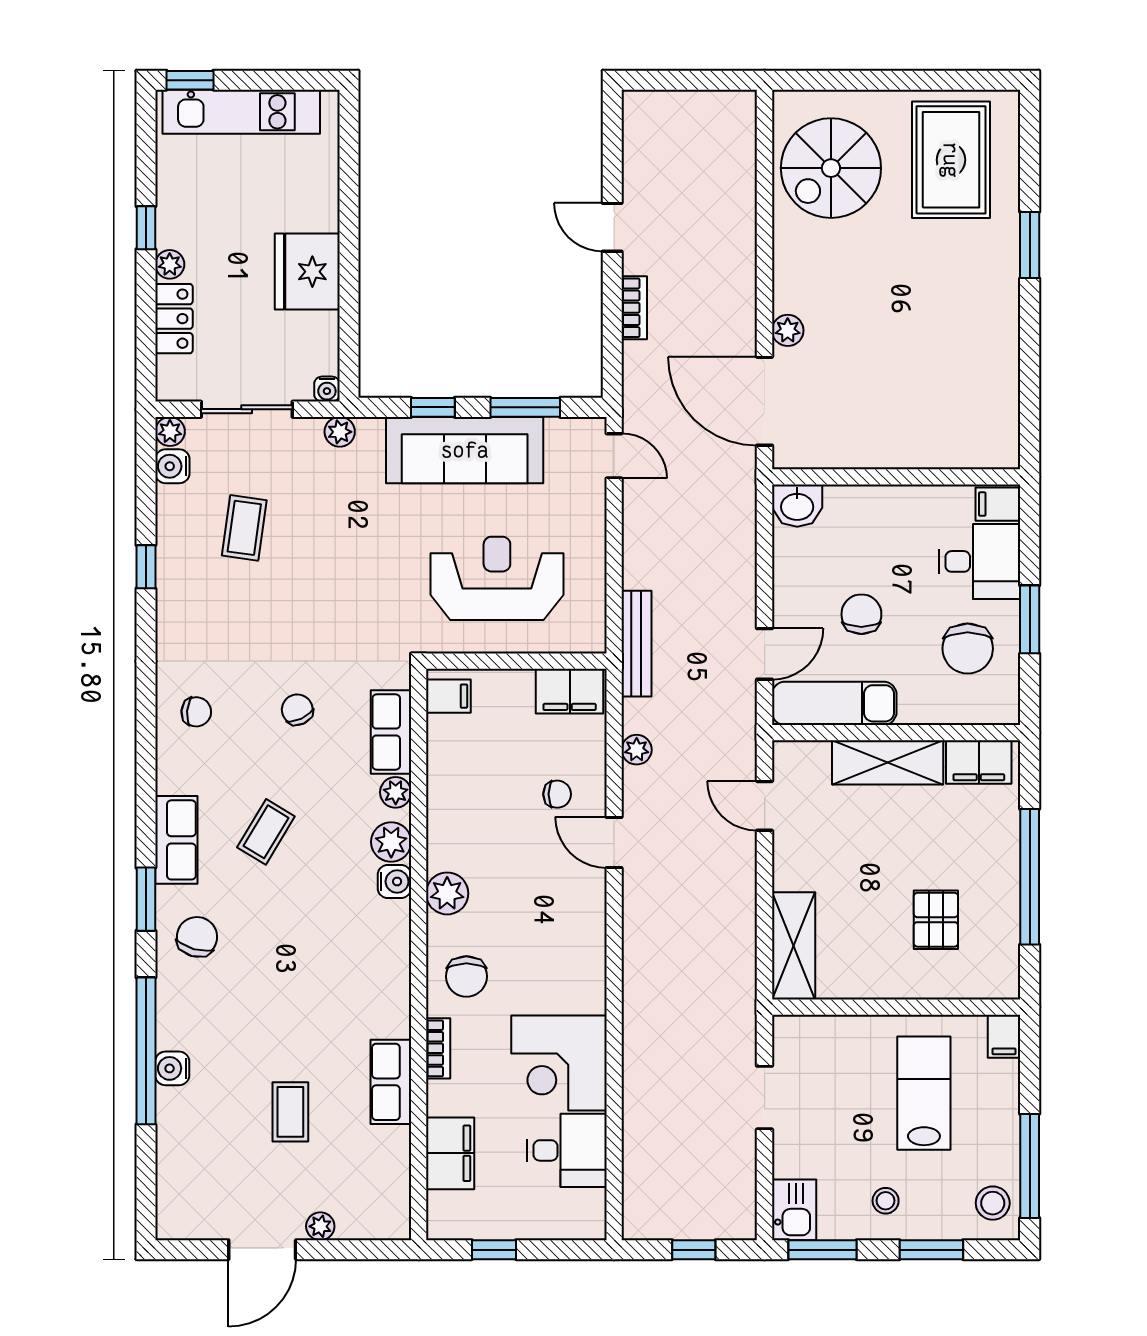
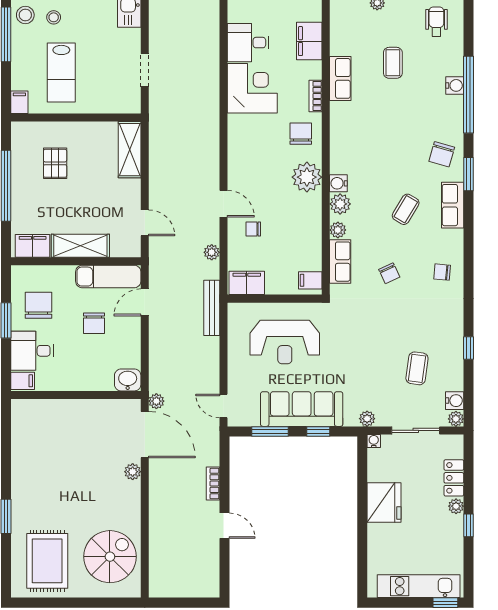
plant: (742, 465) -> (156, 401), added
plant: (447, 893) -> (307, 177), width x1.36, depth x1.36
wheelchair: (207, 1190) -> (436, 22), added
stool: (886, 1201) -> (54, 17), moved

